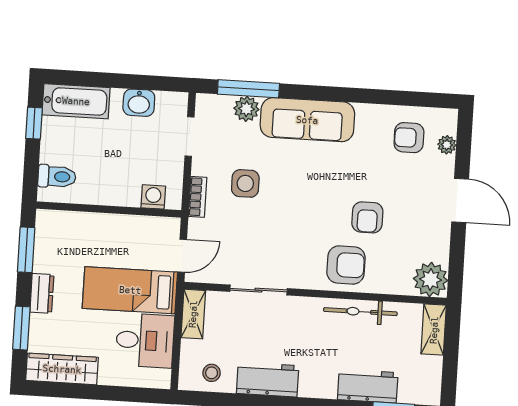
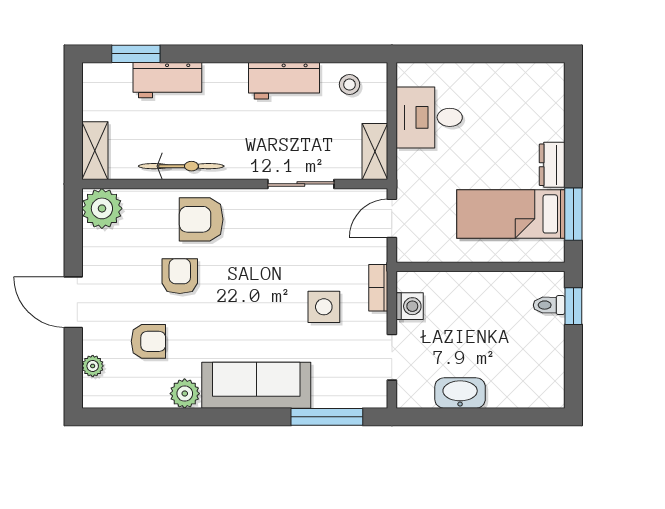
bathtub: (76, 101) -> (526, 390), removed
washbasin: (139, 103) -> (460, 393), width x1.38
plant: (246, 109) -> (185, 394), moved
window: (34, 123) -> (573, 306), moved
armchair: (409, 138) -> (148, 341), moved
toilet: (57, 177) -> (549, 305), width x0.73, depth x0.72
washing machine: (153, 197) -> (410, 306), moved, turned -90
bed: (130, 290) -> (511, 214), moved, turned 180
window: (21, 328) -> (573, 123), removed
wardrobe: (62, 369) -> (523, 78), removed

